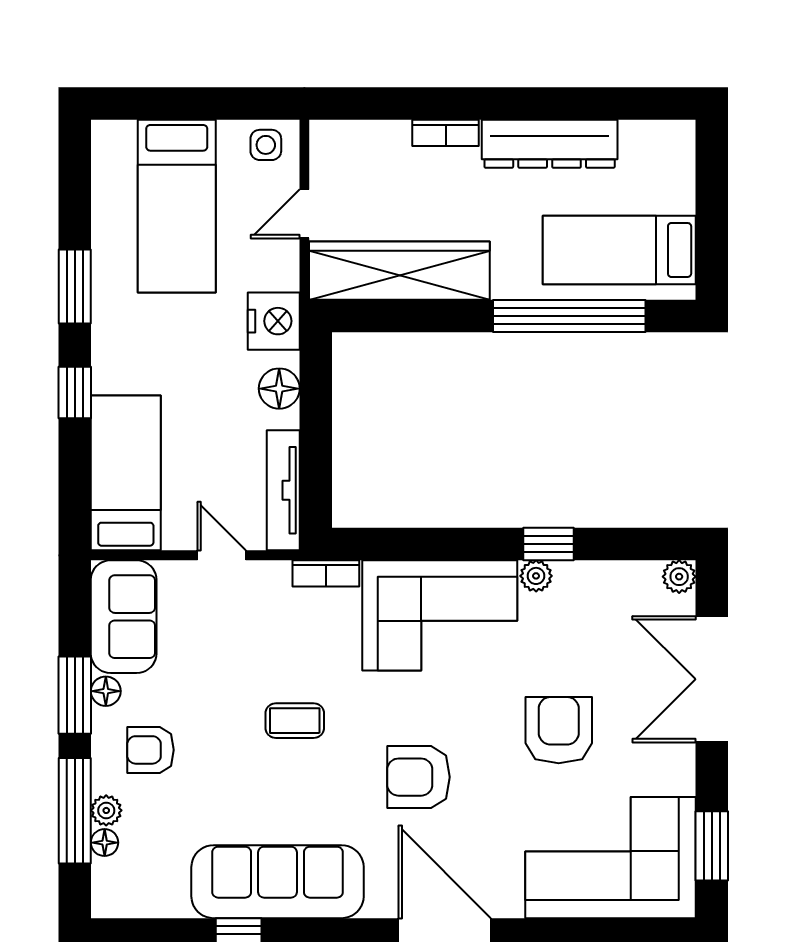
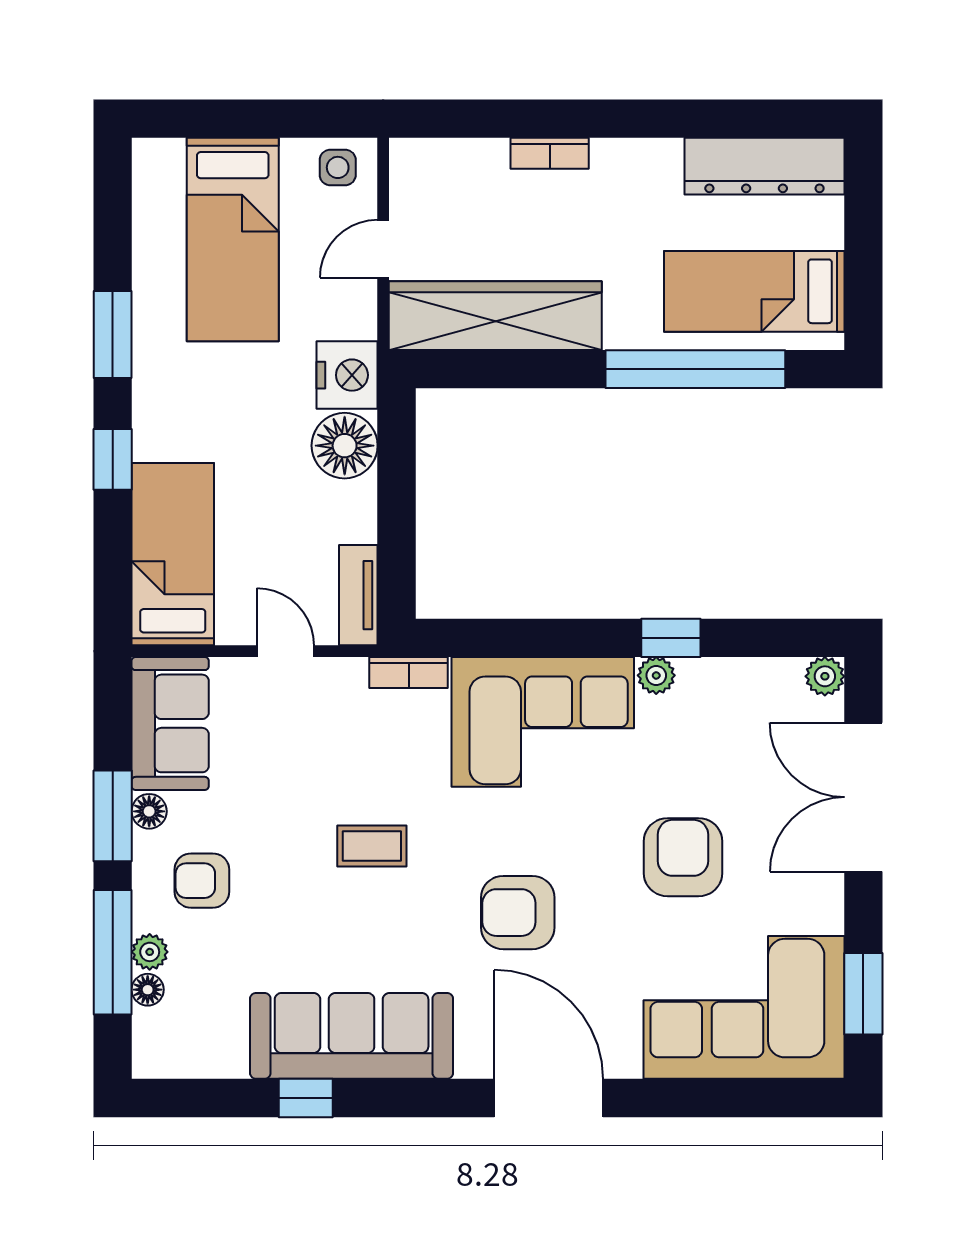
dresser: (550, 144) -> (764, 166), moved
floor lamp: (279, 389) -> (345, 446), width x1.38, depth x1.38
tv unit: (283, 490) -> (358, 595), width x0.71

